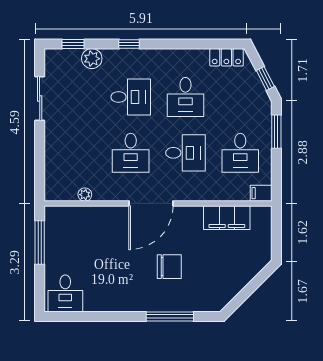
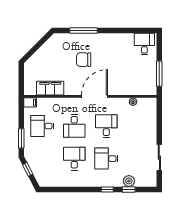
window: (73, 44) -> (129, 189), moved
locker: (226, 57) -> (50, 182), removed
desk: (185, 153) -> (74, 126), turned -90
desk: (240, 153) -> (42, 126), turned -90

